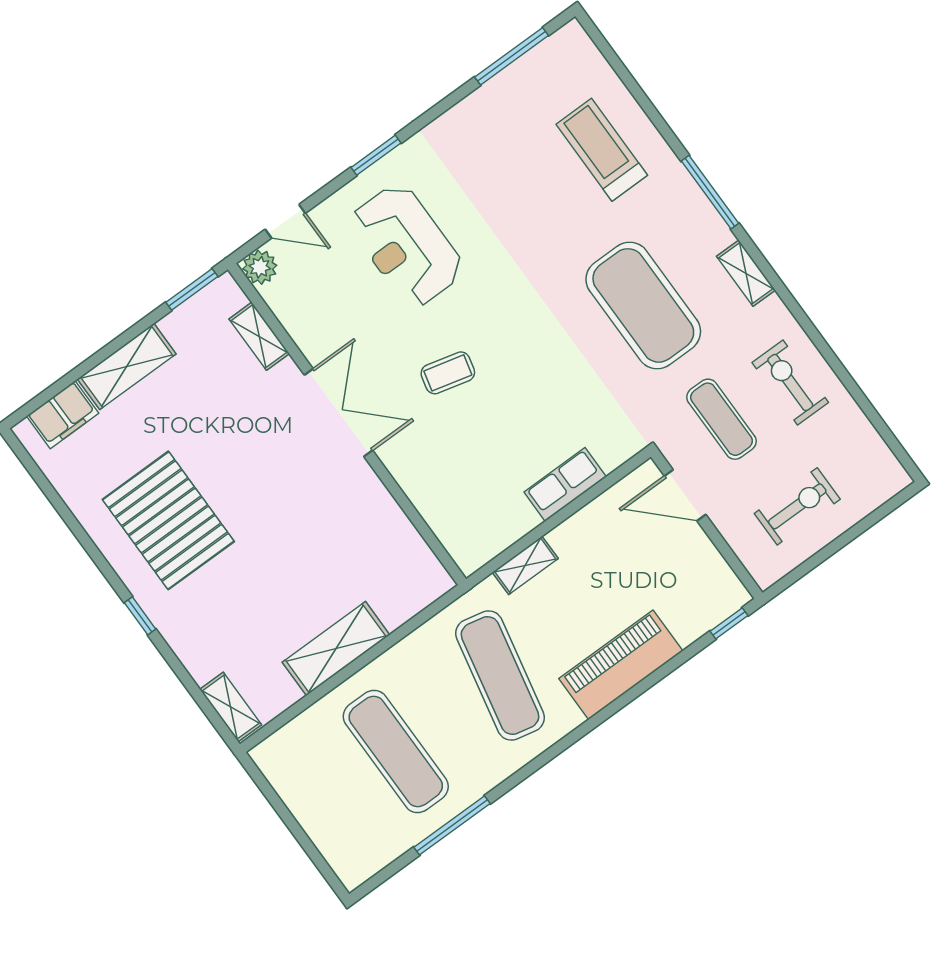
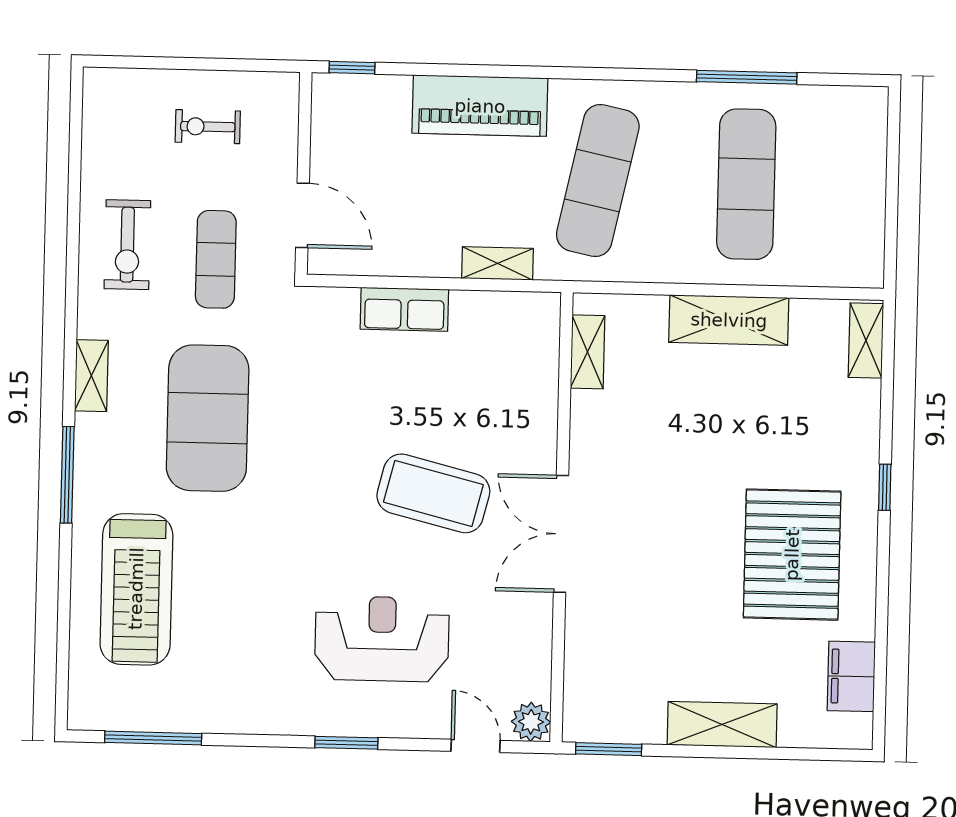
treadmill: (602, 150) -> (136, 589), width x1.37, depth x1.37
reception desk: (406, 246) -> (382, 639), turned -90
shelving: (259, 336) -> (588, 352), moved
coffee table: (448, 373) -> (433, 493), width x1.86, depth x1.72
filing cabinet: (63, 415) -> (851, 676), moved, turned -90
exercise bike: (797, 506) -> (208, 127), width x0.73, depth x0.72

